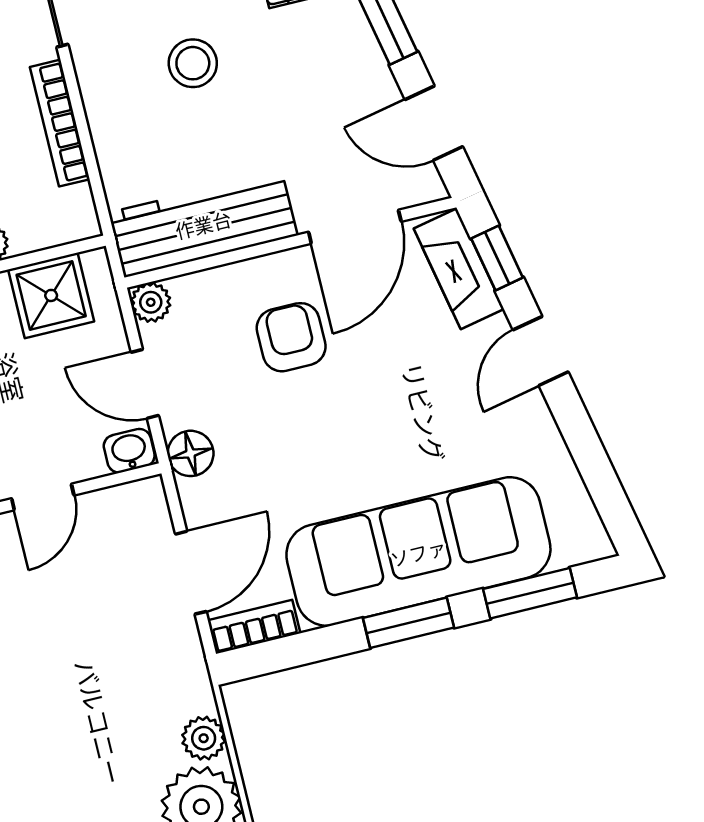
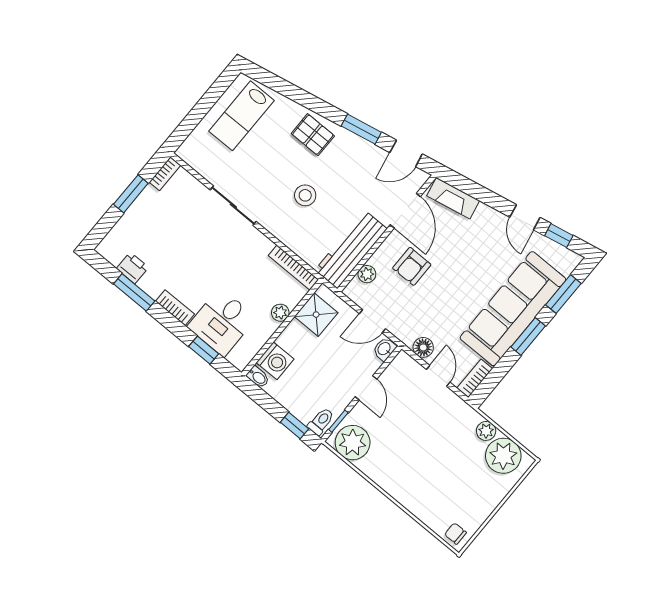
bookcase: (60, 123) -> (294, 268), moved
window: (497, 258) -> (559, 236), moved
plant: (151, 302) -> (367, 274), moved
armchair: (291, 337) -> (412, 266), turned -90
door: (541, 351) -> (525, 217), moved
floor lamp: (191, 453) -> (423, 347), moved
door: (191, 573) -> (438, 376), width x0.73

